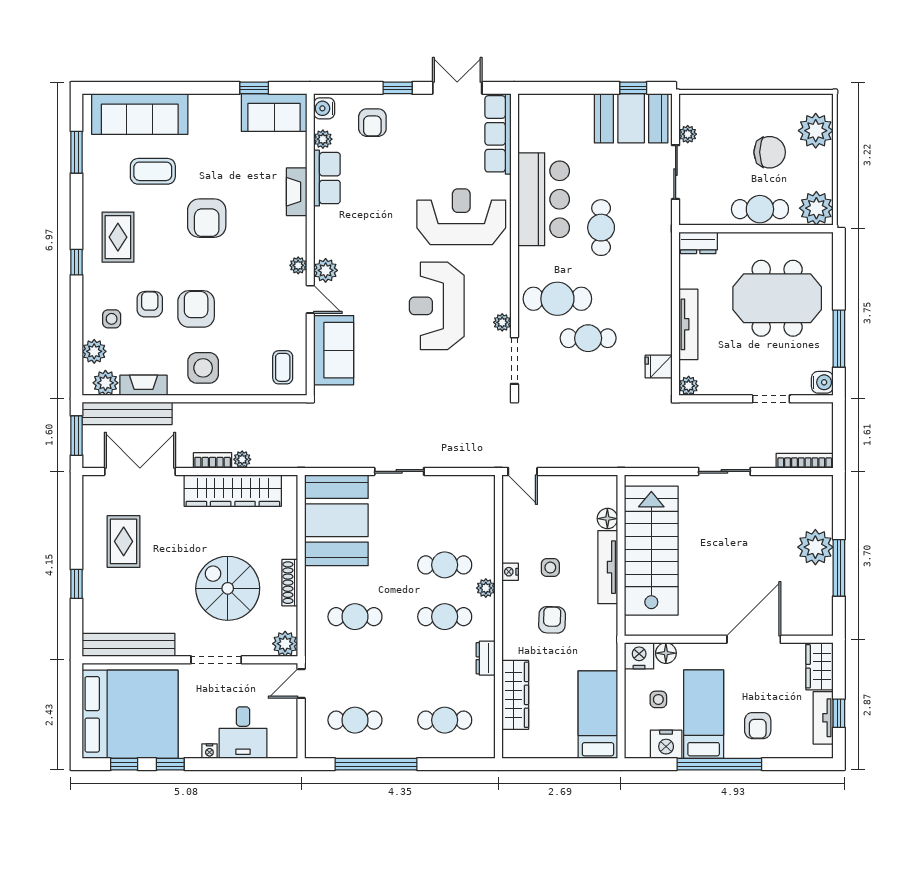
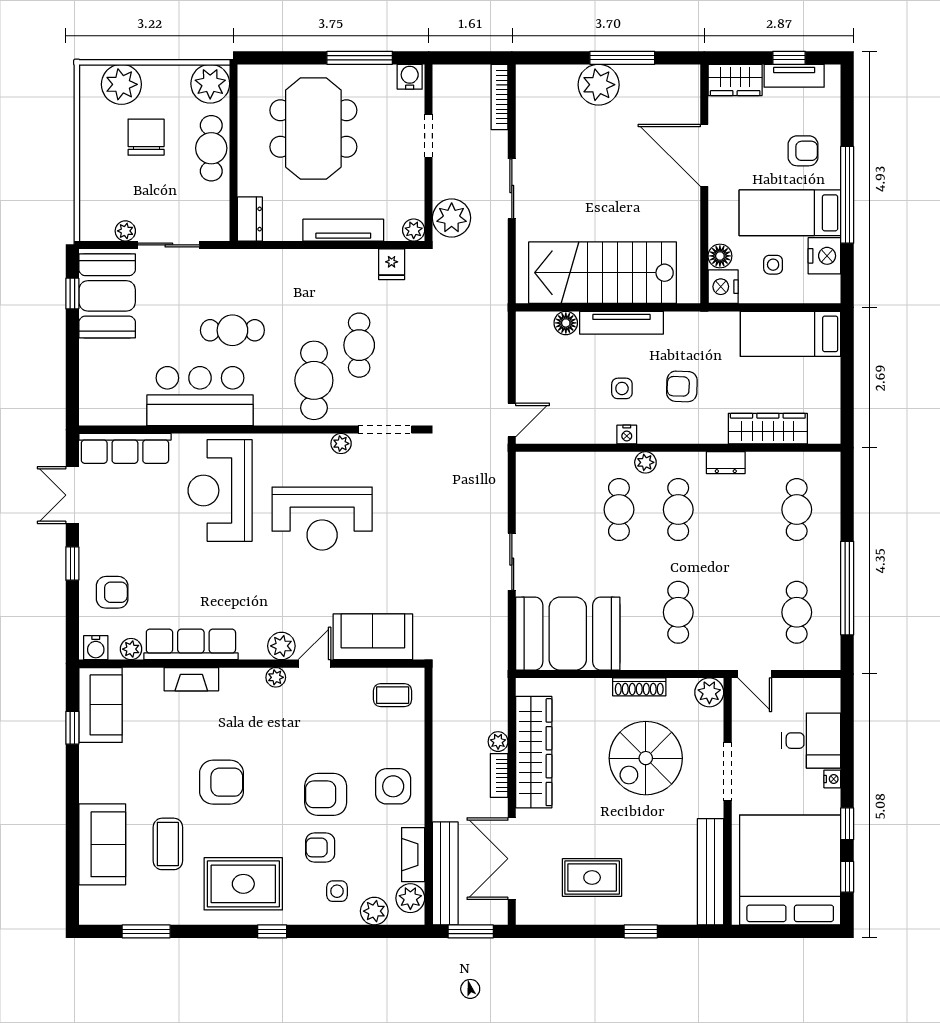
sofa: (140, 114) -> (102, 844), width x0.73
row of seats: (327, 178) -> (191, 644), width x1.48
rug: (118, 237) -> (243, 884), width x1.36, depth x1.43
plant: (699, 419) -> (452, 218), added

